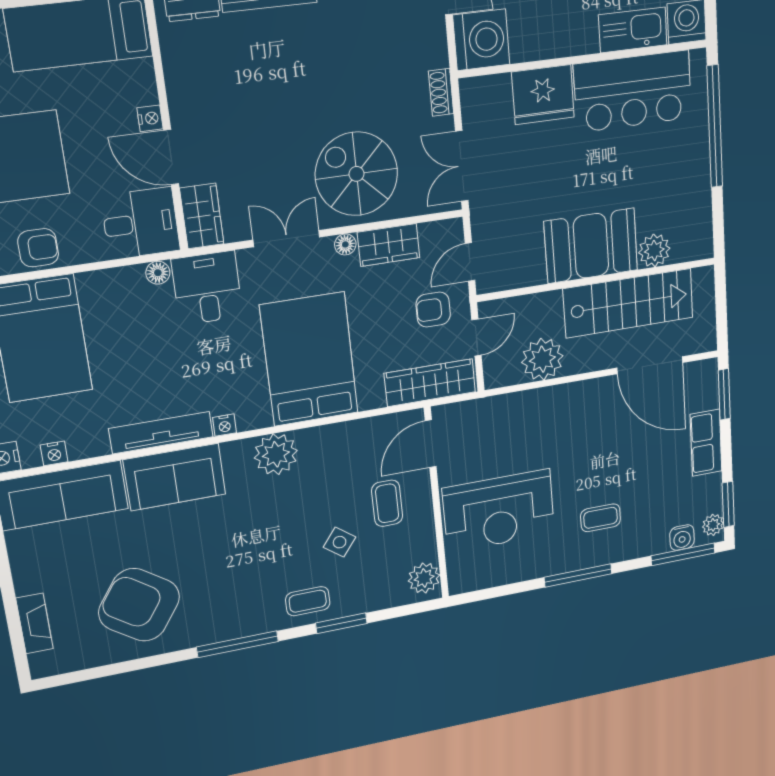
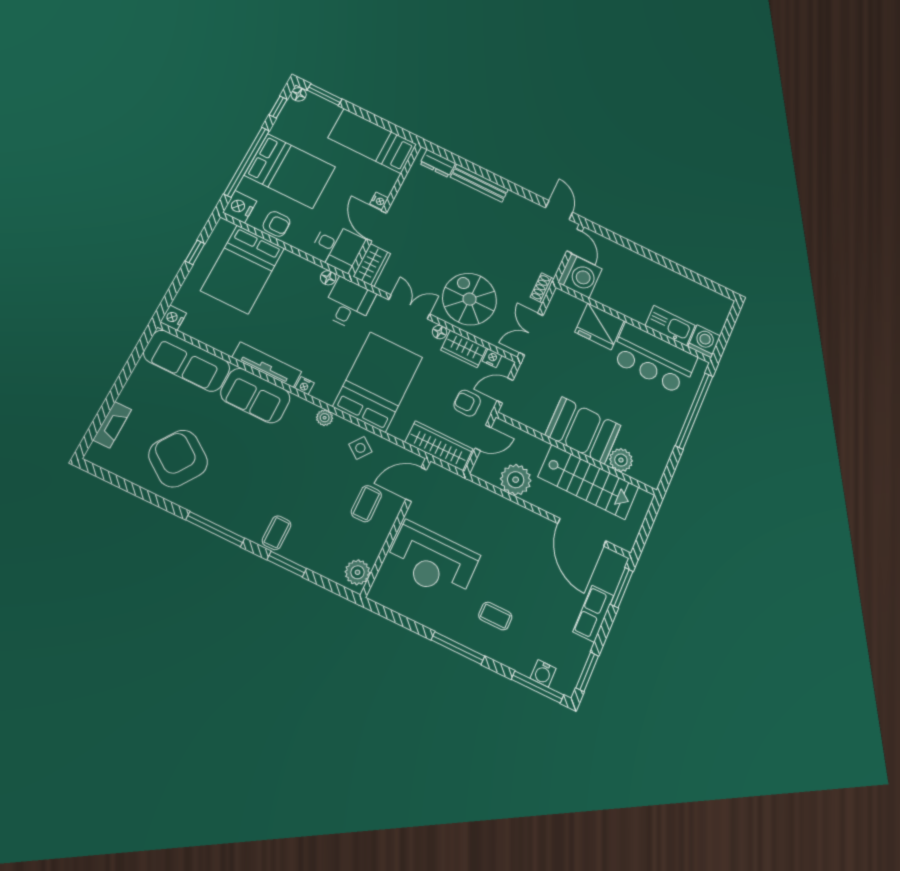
nightstand: (54, 453) -> (492, 358), moved, turned 180
plant: (276, 454) -> (325, 418), width x0.53, depth x0.53
plant: (713, 525) -> (569, 680), removed
side table: (340, 542) -> (360, 448), moved
coffee table: (308, 601) -> (277, 533), turned 90

